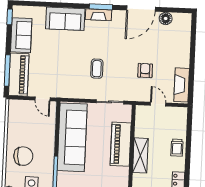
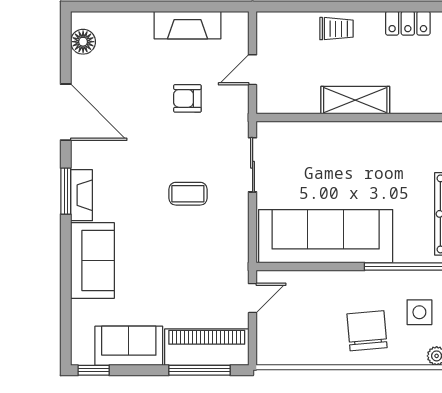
floor lamp: (166, 18) -> (83, 42), moved
fireplace: (182, 85) -> (188, 25), moved
piano: (121, 144) -> (335, 140), removed

